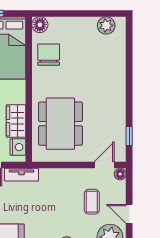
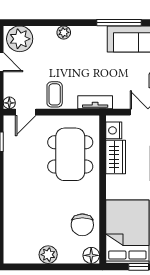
plant: (106, 25) -> (48, 255), moved
tv unit: (21, 175) -> (95, 102), moved
coffee table: (92, 202) -> (55, 94), moved

